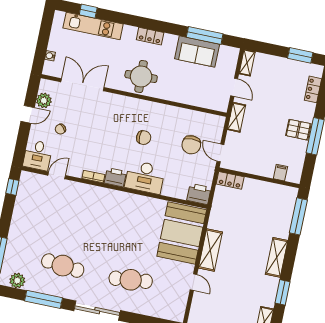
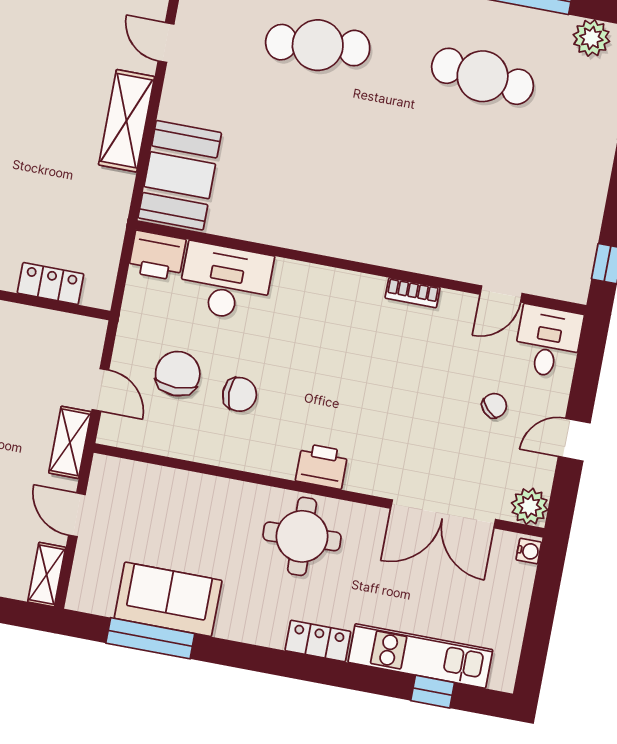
locker: (150, 36) -> (318, 641), moved
water cooler: (50, 56) -> (529, 551), moved
plant: (44, 100) -> (530, 506), moved
chair: (144, 138) -> (240, 394), moved, turned 180
door: (220, 153) -> (100, 390), moved
printer: (115, 177) -> (322, 466), moved, turned 180
desk: (145, 177) -> (226, 282), moved
locker: (230, 180) -> (51, 284), moved
booth: (182, 233) -> (180, 175), width x0.73, depth x0.70

